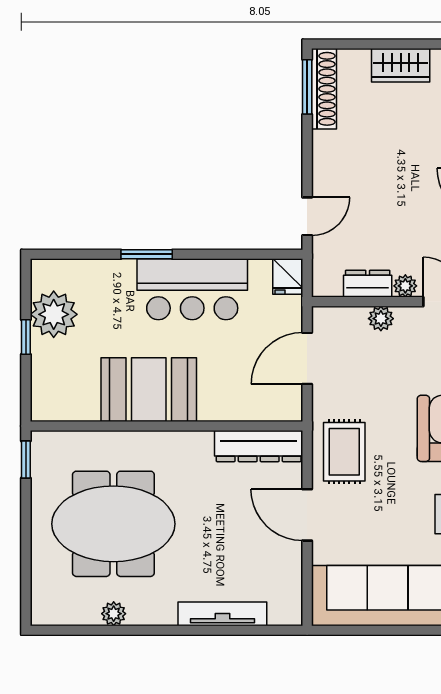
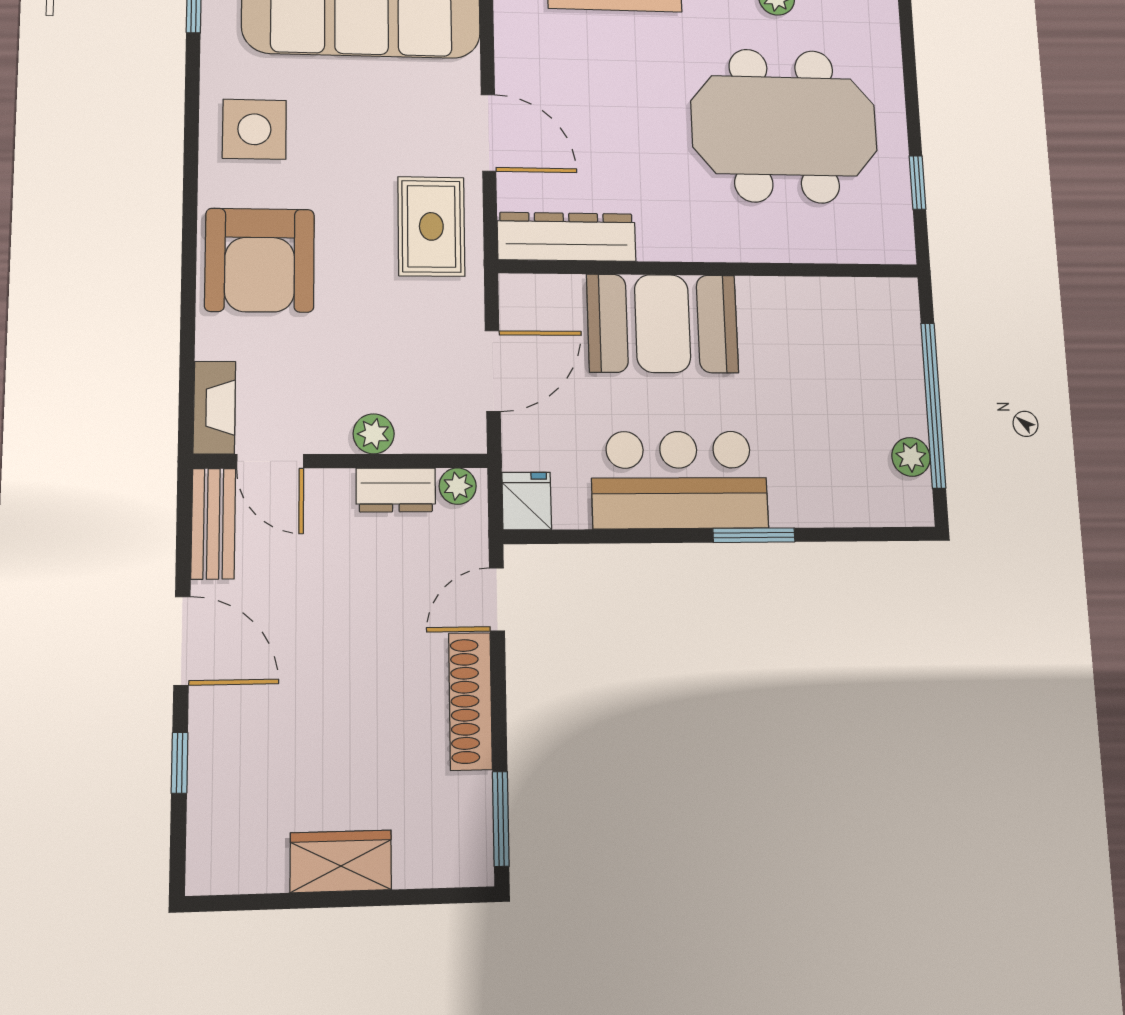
shoe rack: (324, 89) -> (470, 701), moved
plant: (405, 286) -> (458, 486), moved
plant: (54, 314) -> (911, 457), width x0.53, depth x0.53
window: (26, 337) -> (933, 405), width x3.17
booth: (149, 390) -> (663, 323), moved
window: (26, 459) -> (917, 183), moved

